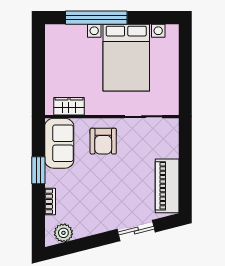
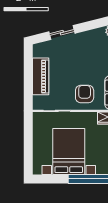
piano: (167, 186) -> (41, 76), moved

